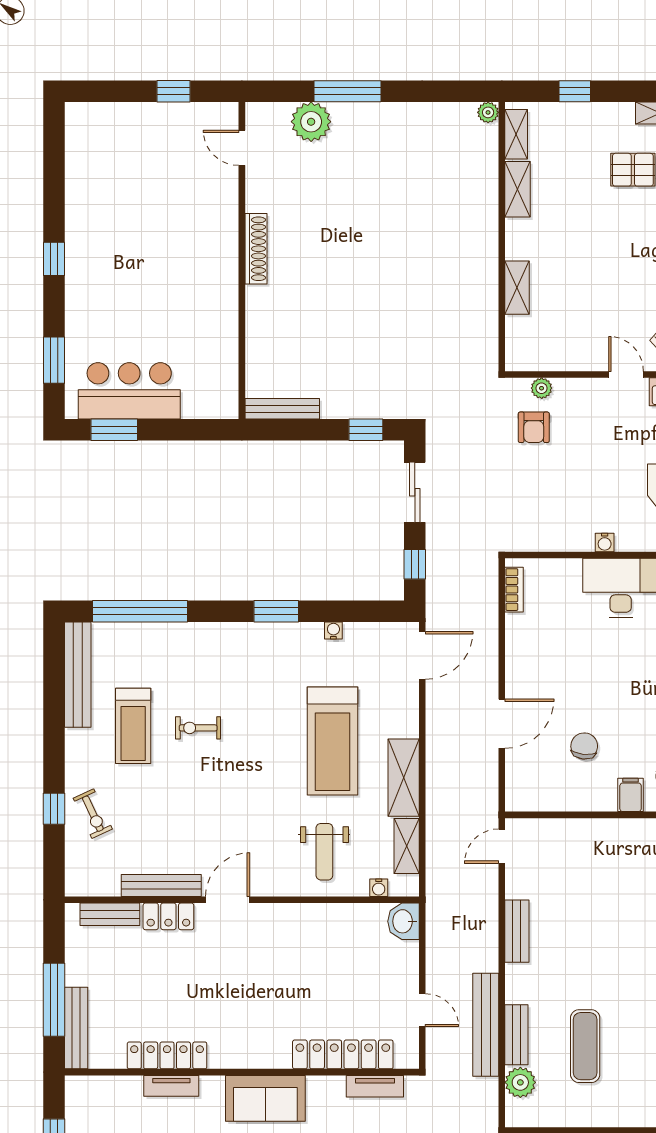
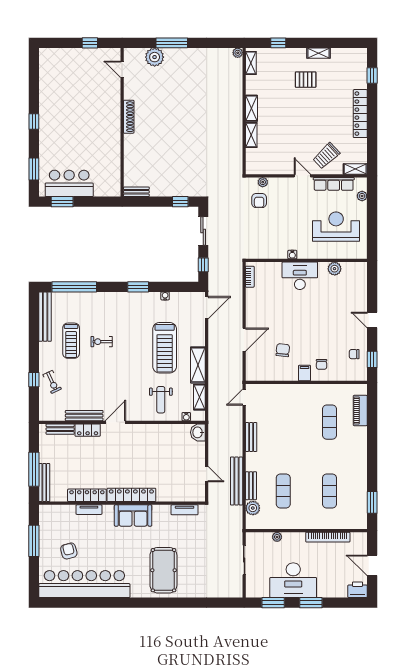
shelving: (518, 189) -> (251, 108), moved
bench: (282, 409) -> (136, 192), width x0.73
locker: (343, 1054) -> (131, 495), moved

